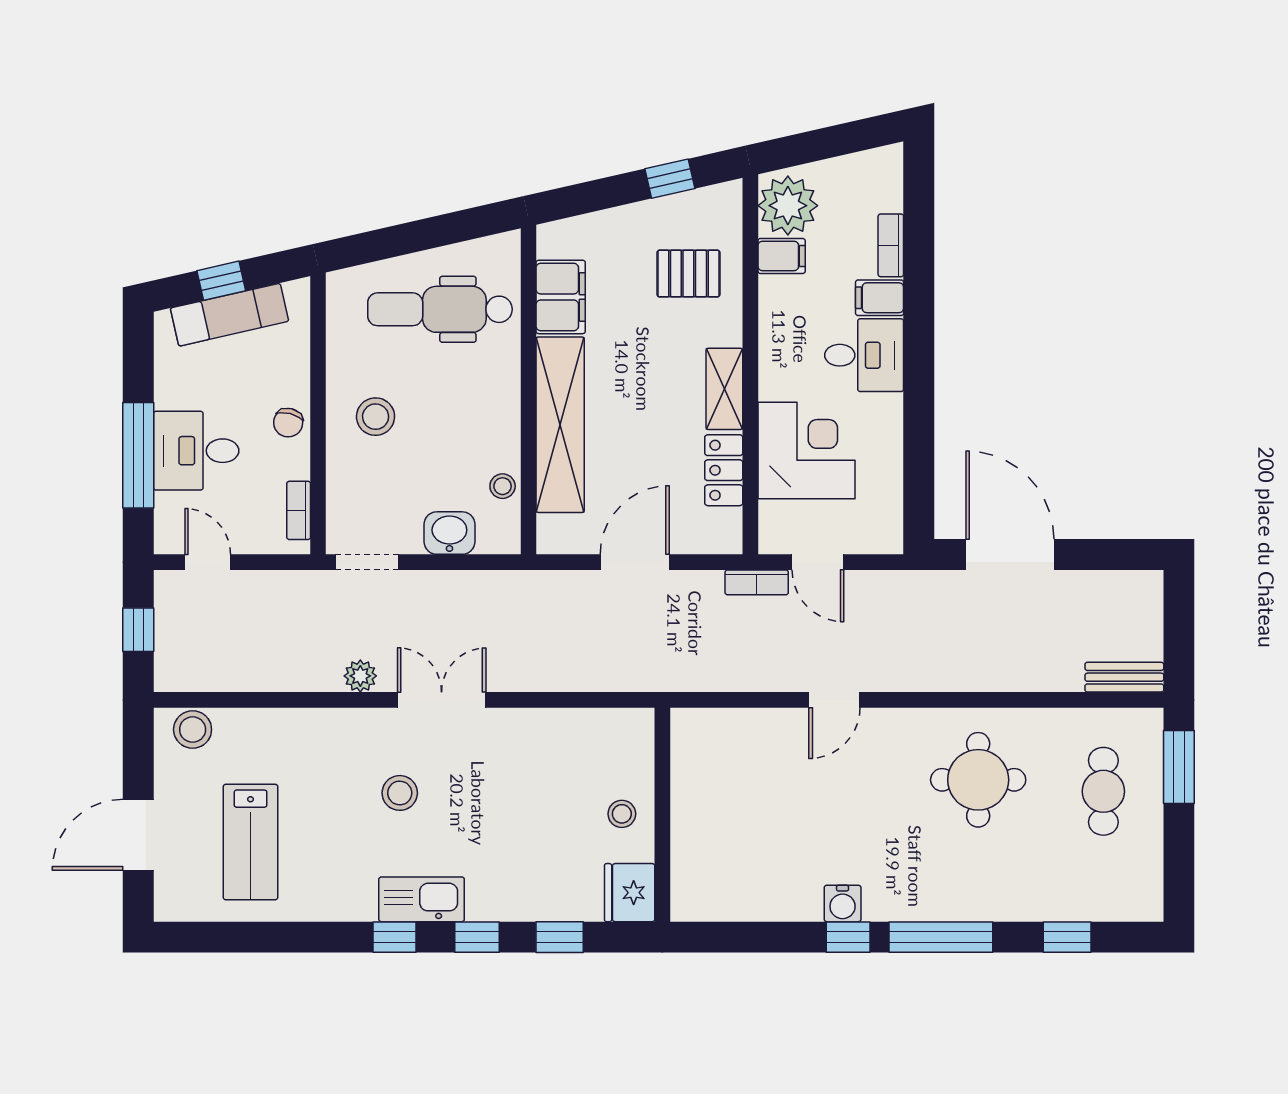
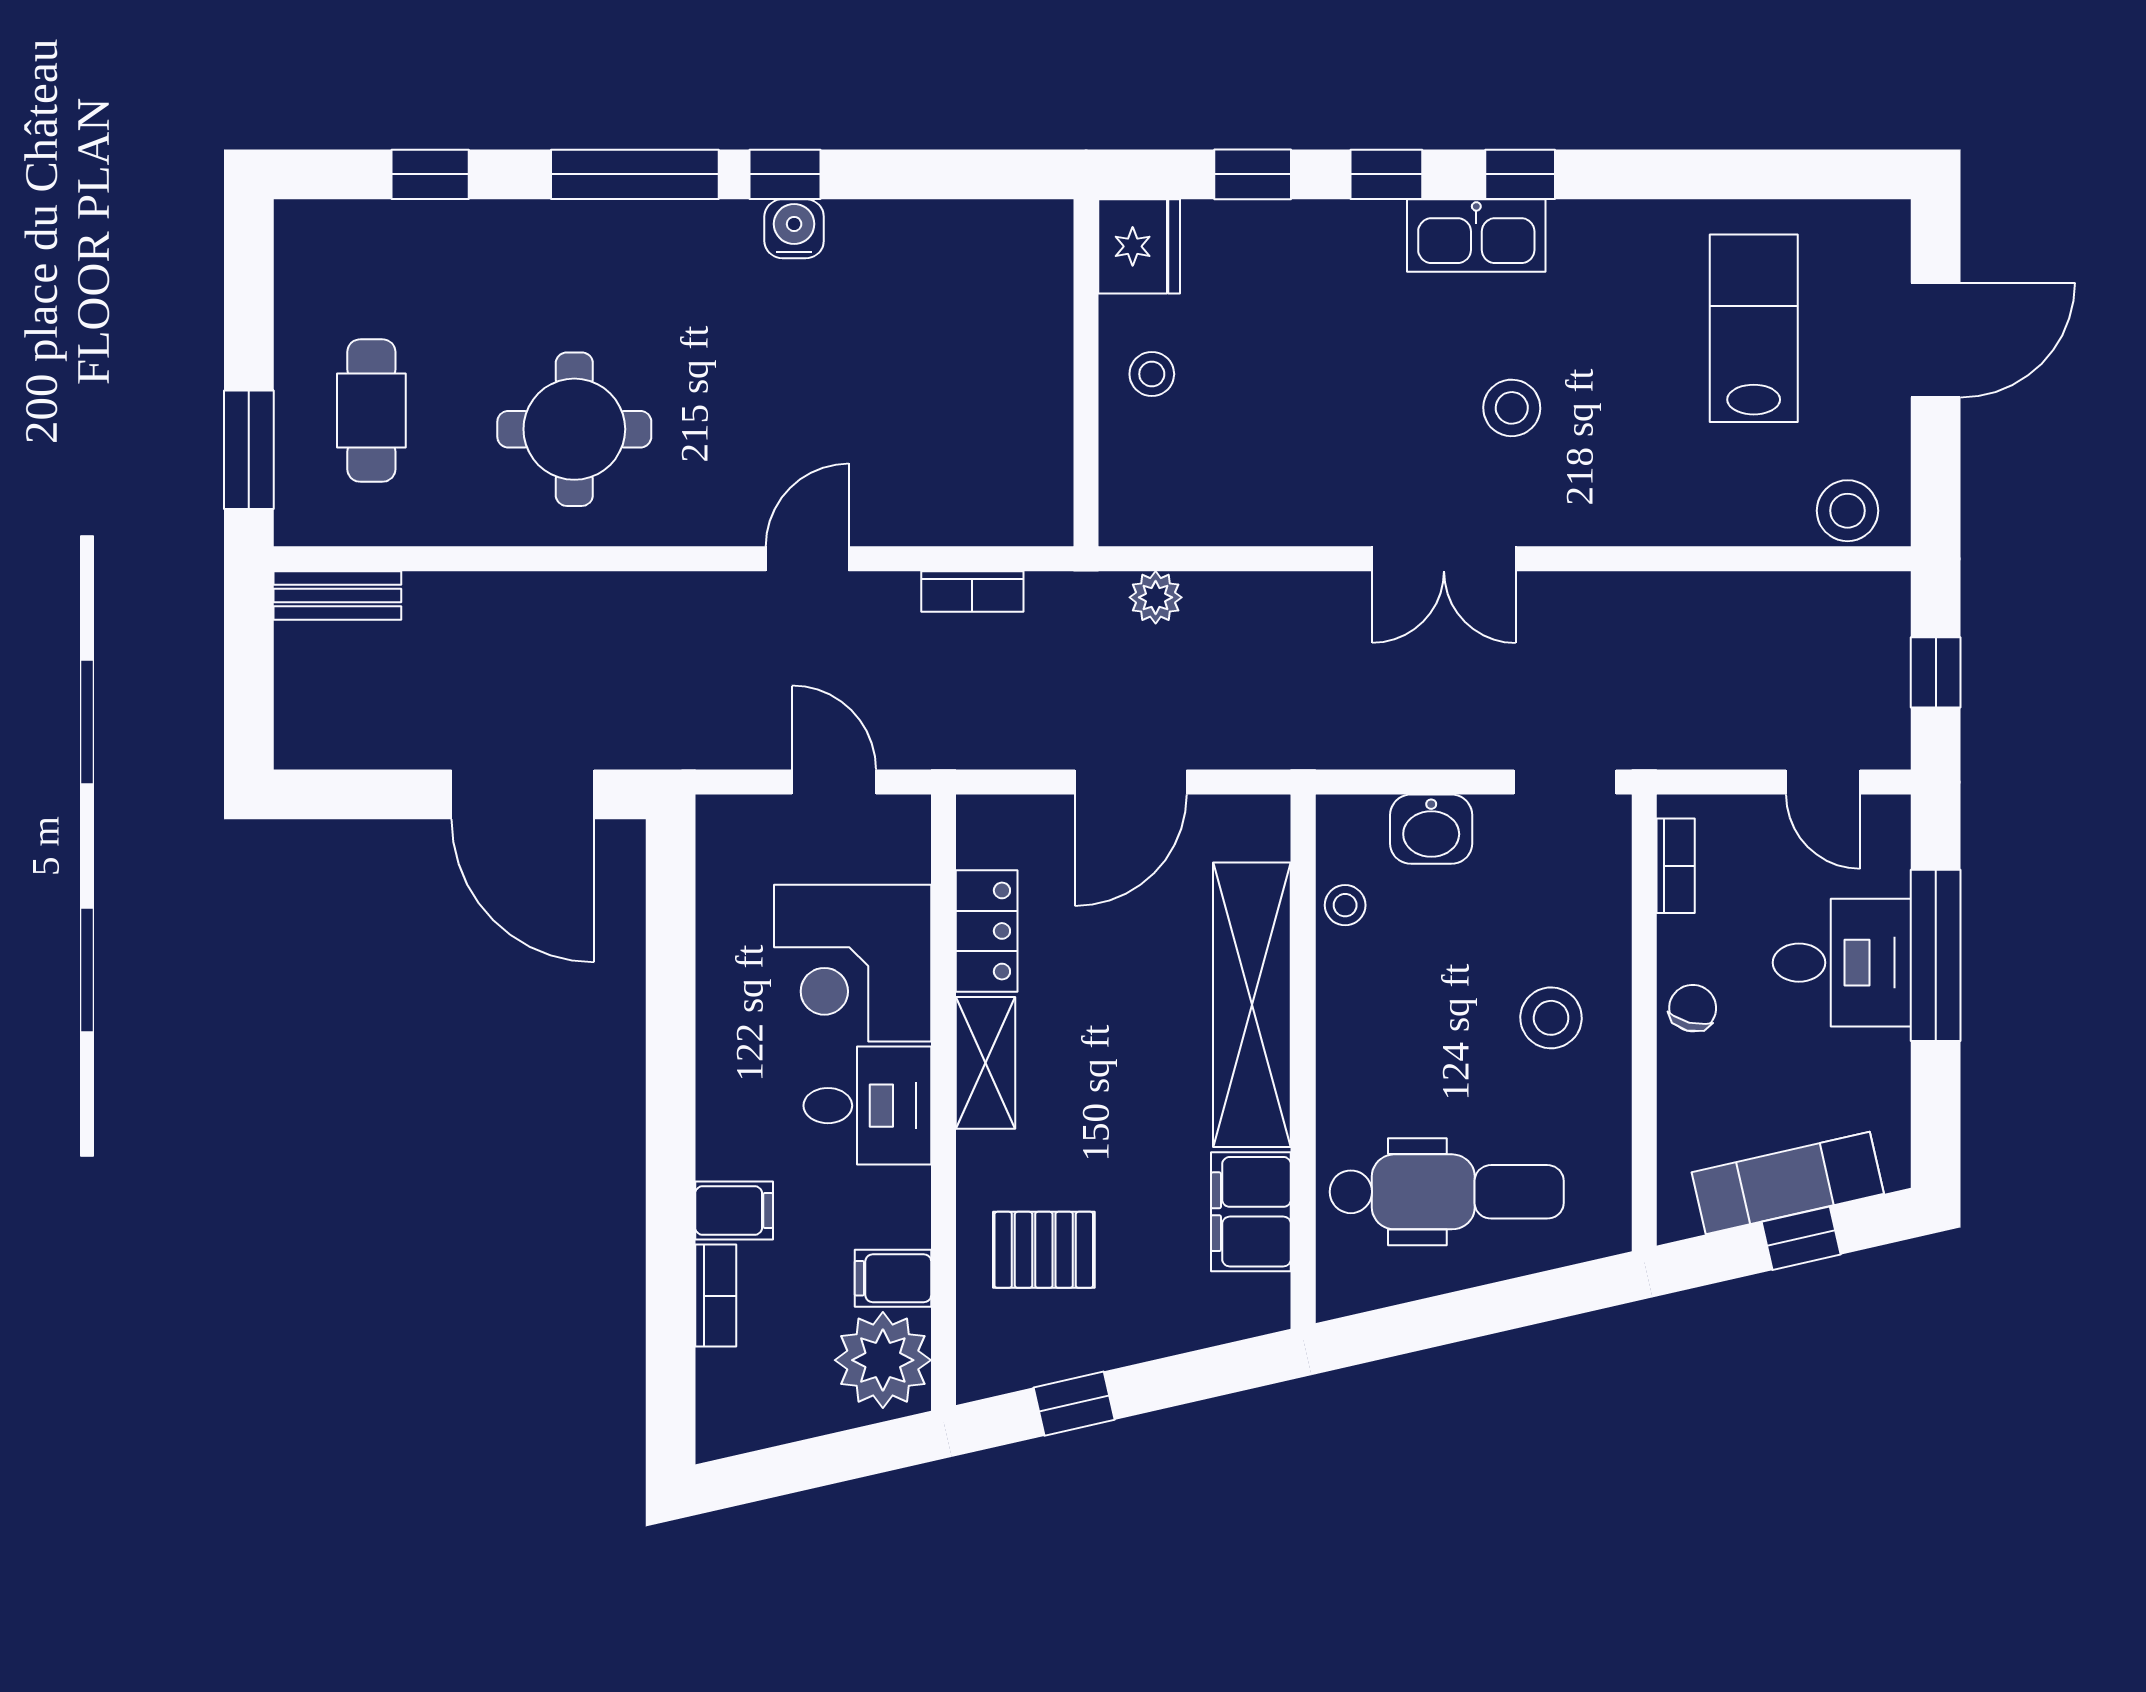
desk: (864, 355) -> (867, 1106), moved, turned 180
bookcase: (757, 582) -> (972, 592), moved, turned 180
plant: (360, 676) -> (1156, 597), moved

